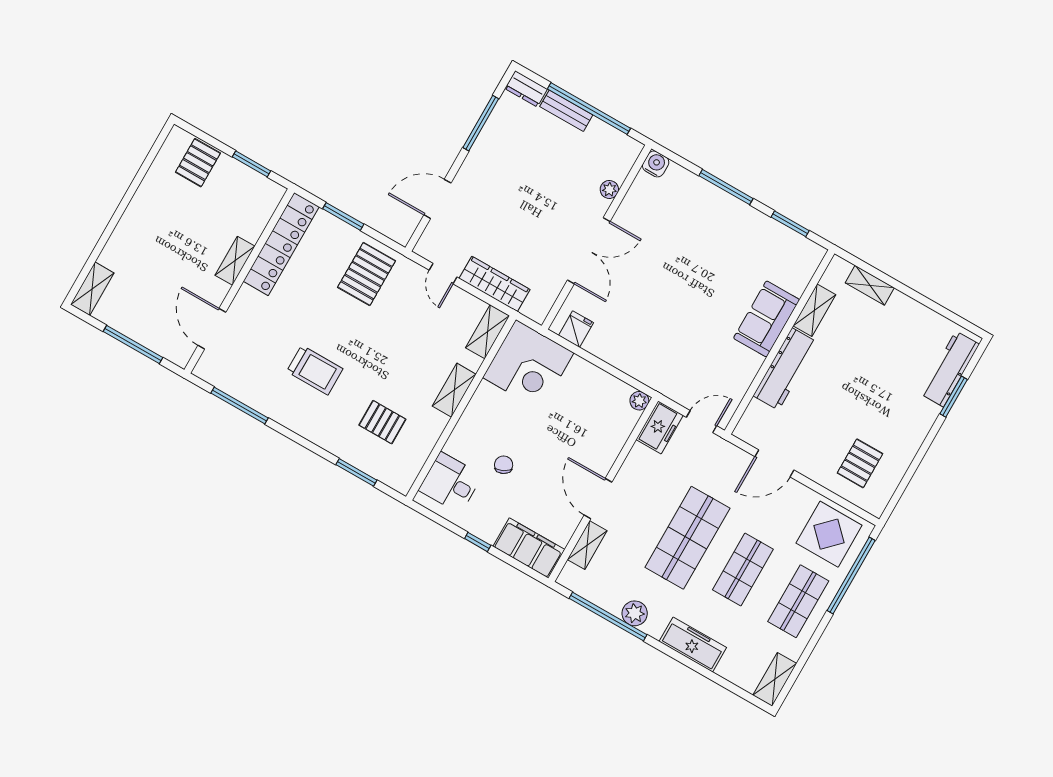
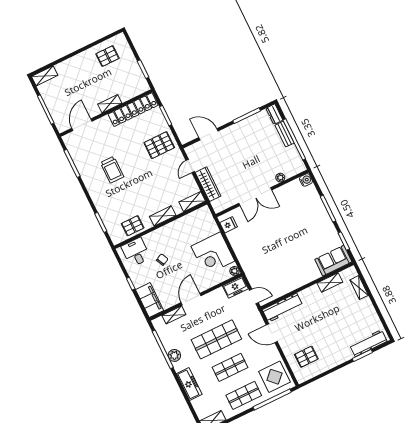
pallet: (198, 163) -> (108, 56), moved
sofa: (767, 319) -> (333, 261), moved
corner desk: (528, 365) -> (213, 254), moved
workbench: (785, 369) -> (283, 308), moved
pallet: (382, 422) -> (133, 226), moved, turned 90

